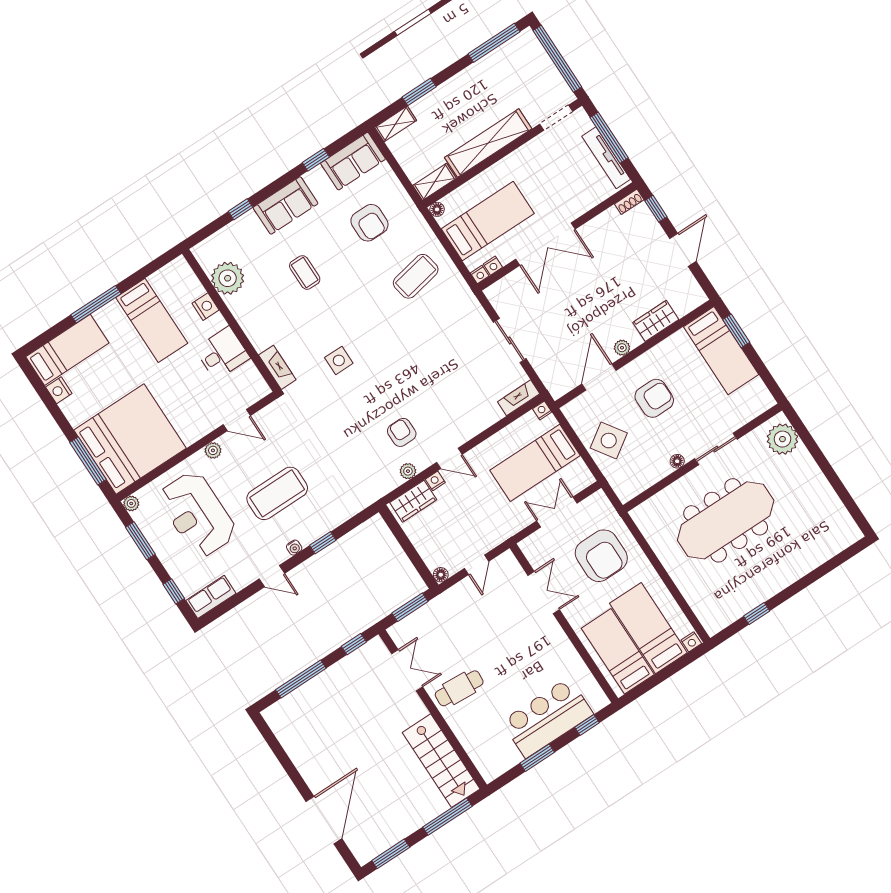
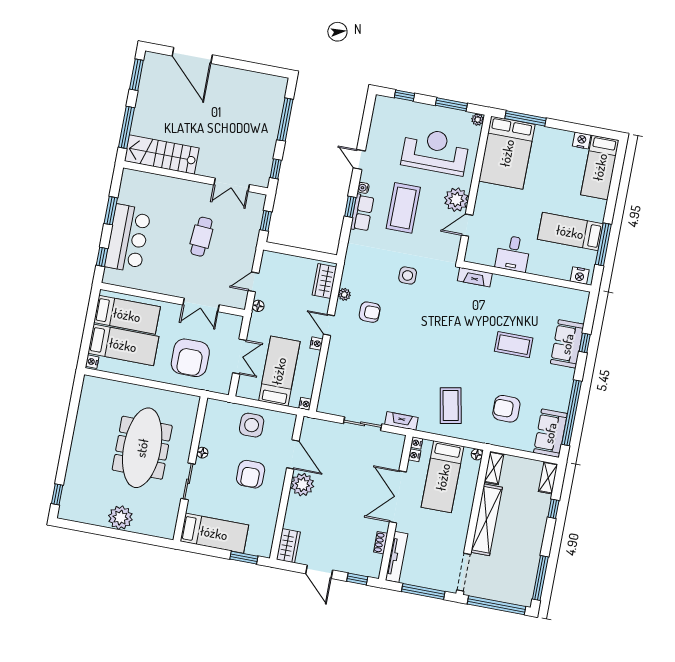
window: (419, 92) -> (553, 509), width x0.67
doorway: (556, 118) -> (464, 572), width x1.38
tv unit: (606, 158) -> (397, 557), moved, turned 90
window: (316, 160) -> (572, 413), width x3.17
shoe rack: (629, 202) -> (381, 543), moved
sofa: (286, 205) -> (567, 344), moved
coffee table: (305, 272) -> (514, 345), width x1.36, depth x1.30
plant: (228, 278) -> (553, 298), removed
window: (96, 304) -> (603, 244), moved
nightstand: (205, 307) -> (580, 275), moved
wardrobe: (656, 321) -> (288, 546), moved
plant: (622, 348) -> (302, 485), width x1.88, depth x1.88
bed: (721, 351) -> (214, 533), moved, turned 180
side table: (339, 360) -> (408, 275), moved
fireplace: (519, 398) -> (401, 421), moved, turned -90
bed: (130, 439) -> (507, 153), width x0.73
plant: (782, 439) -> (120, 518), moved
side table: (609, 441) -> (252, 425), turned 34
plant: (213, 450) -> (456, 200), width x1.87, depth x1.87
door: (449, 458) -> (329, 325), hinge flipped
nightstand: (435, 481) -> (316, 344), moved
armchair: (601, 556) -> (190, 358), turned -90
door: (476, 565) -> (254, 282), hinge flipped
floor lamp: (441, 575) -> (258, 306), moved
door: (272, 576) -> (359, 160), hinge flipped
row of seats: (211, 597) -> (362, 213), moved
window: (410, 607) -> (266, 221), width x0.67
window: (757, 614) -> (57, 494), moved
cafe table: (459, 688) -> (201, 237), moved

